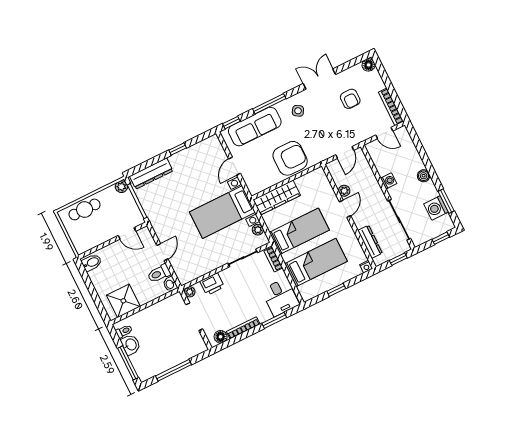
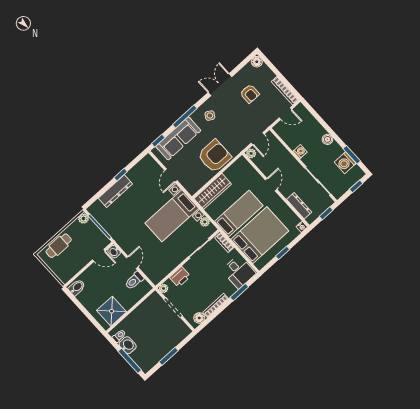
dresser: (151, 174) -> (115, 191), moved
plant: (344, 191) -> (251, 153), moved
bed: (316, 263) -> (260, 235), width x1.50
washbasin: (170, 284) -> (114, 252), moved
window: (173, 370) -> (169, 356), width x0.69

